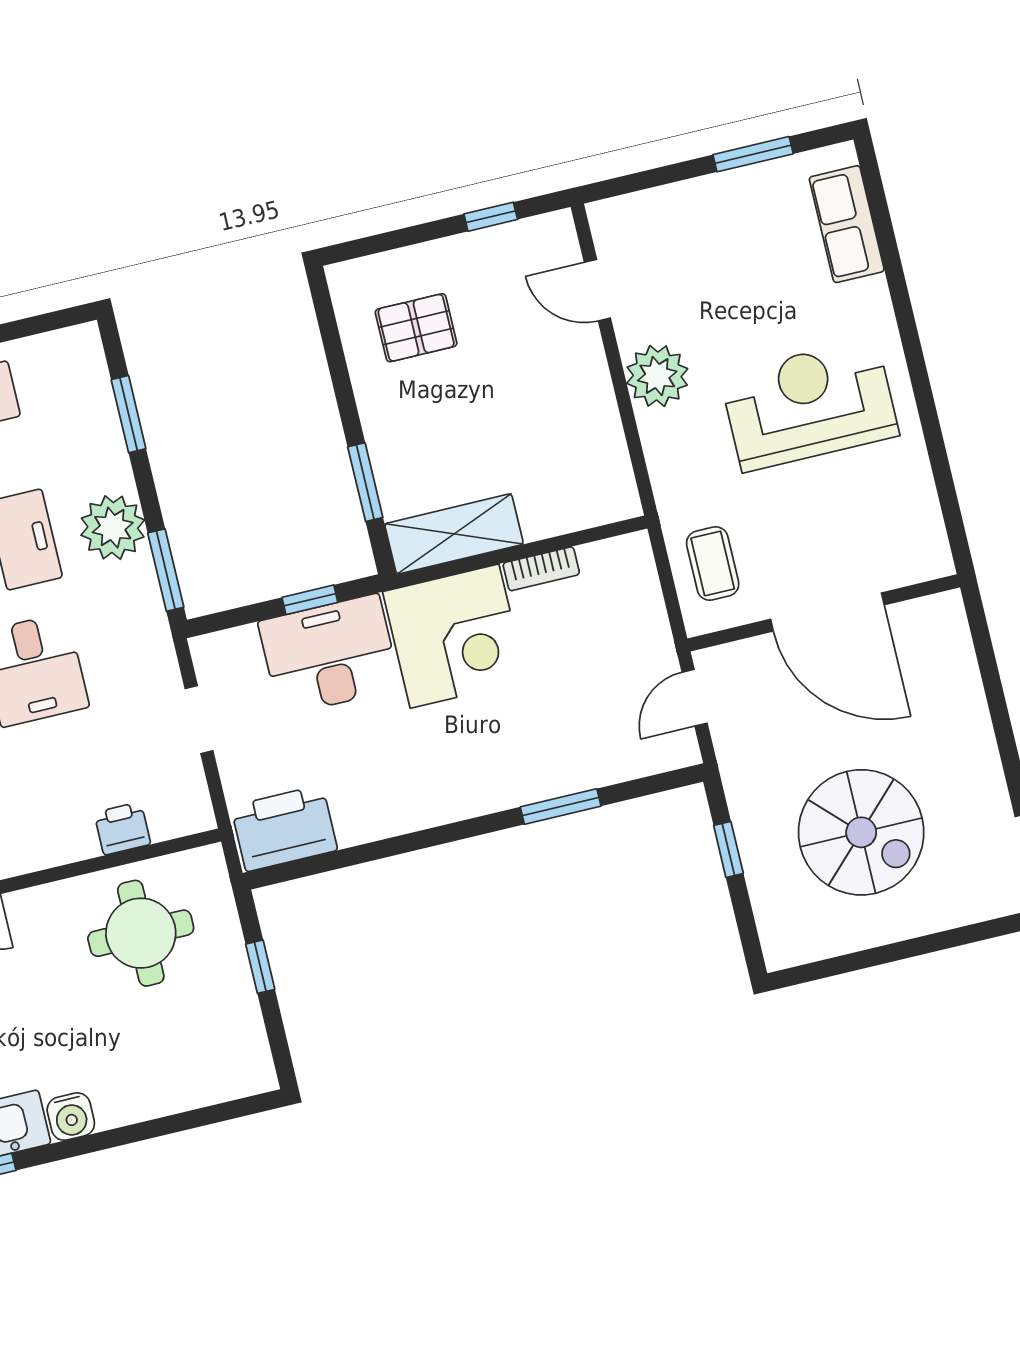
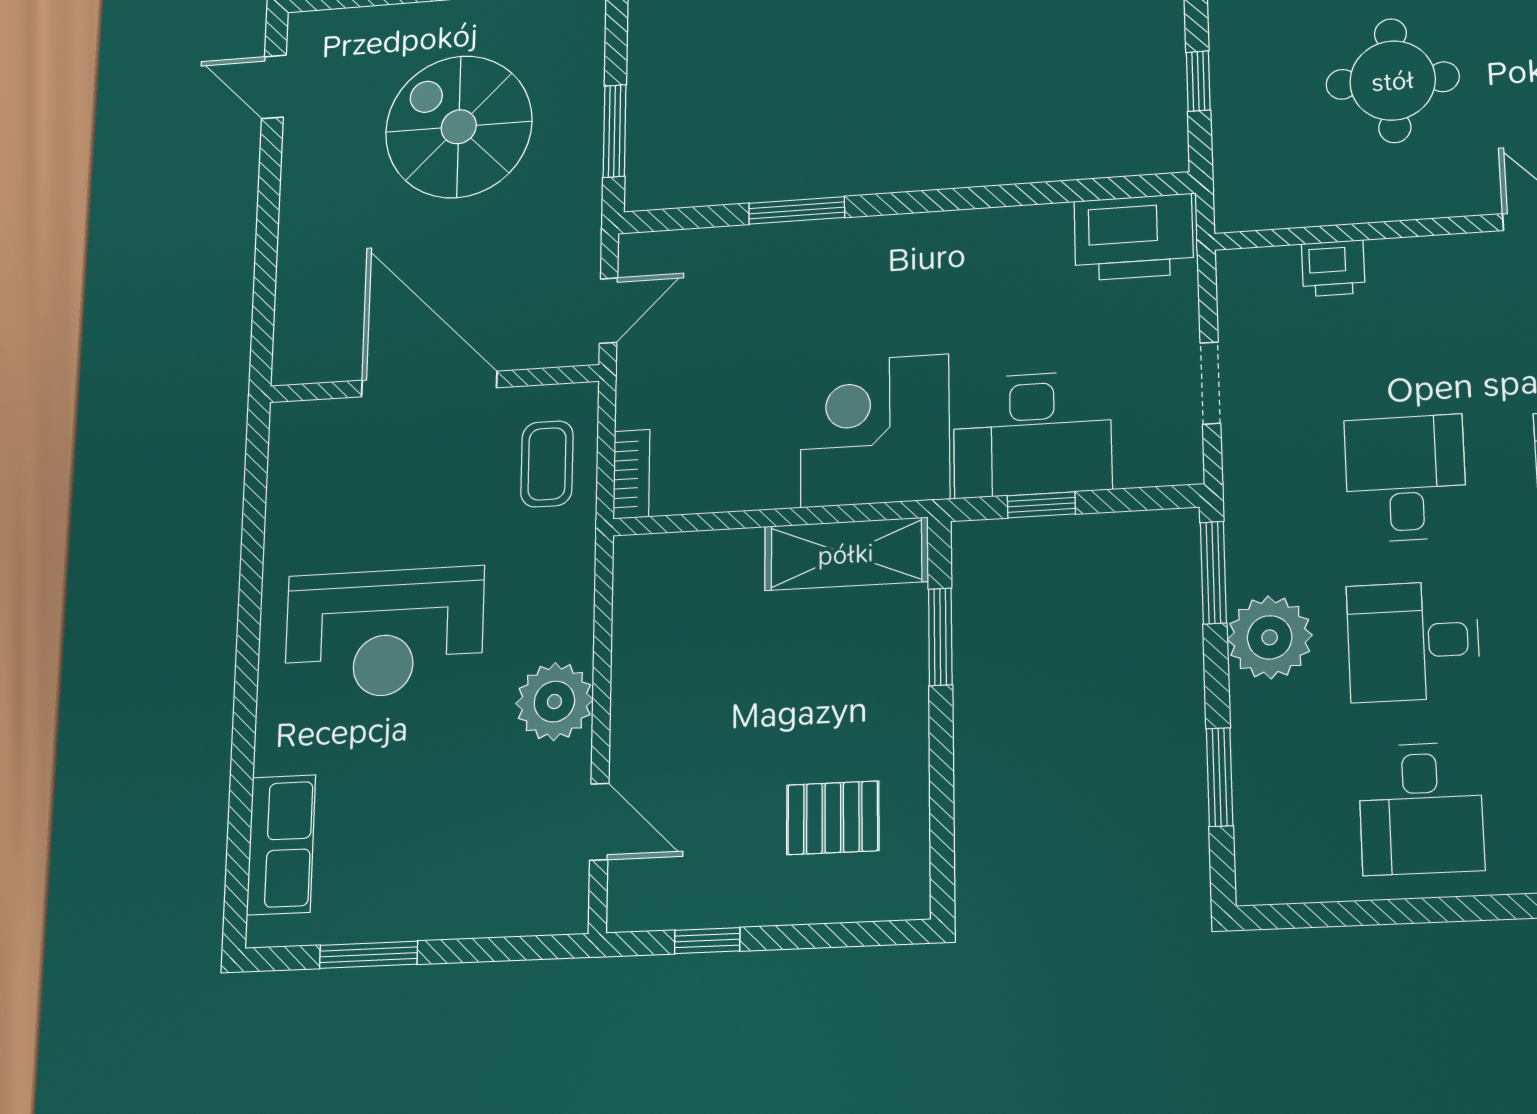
bookcase: (541, 569) -> (631, 474), moved, turned 90
window: (728, 849) -> (615, 131), width x1.50
round table: (141, 933) -> (1393, 81), moved

